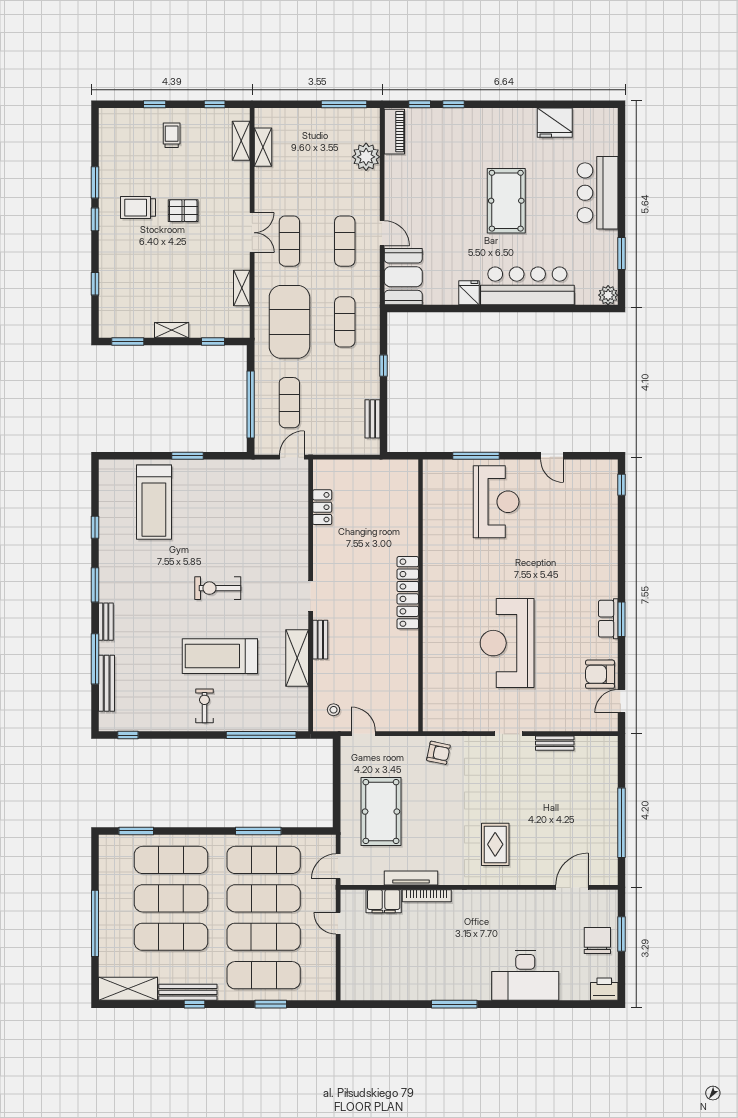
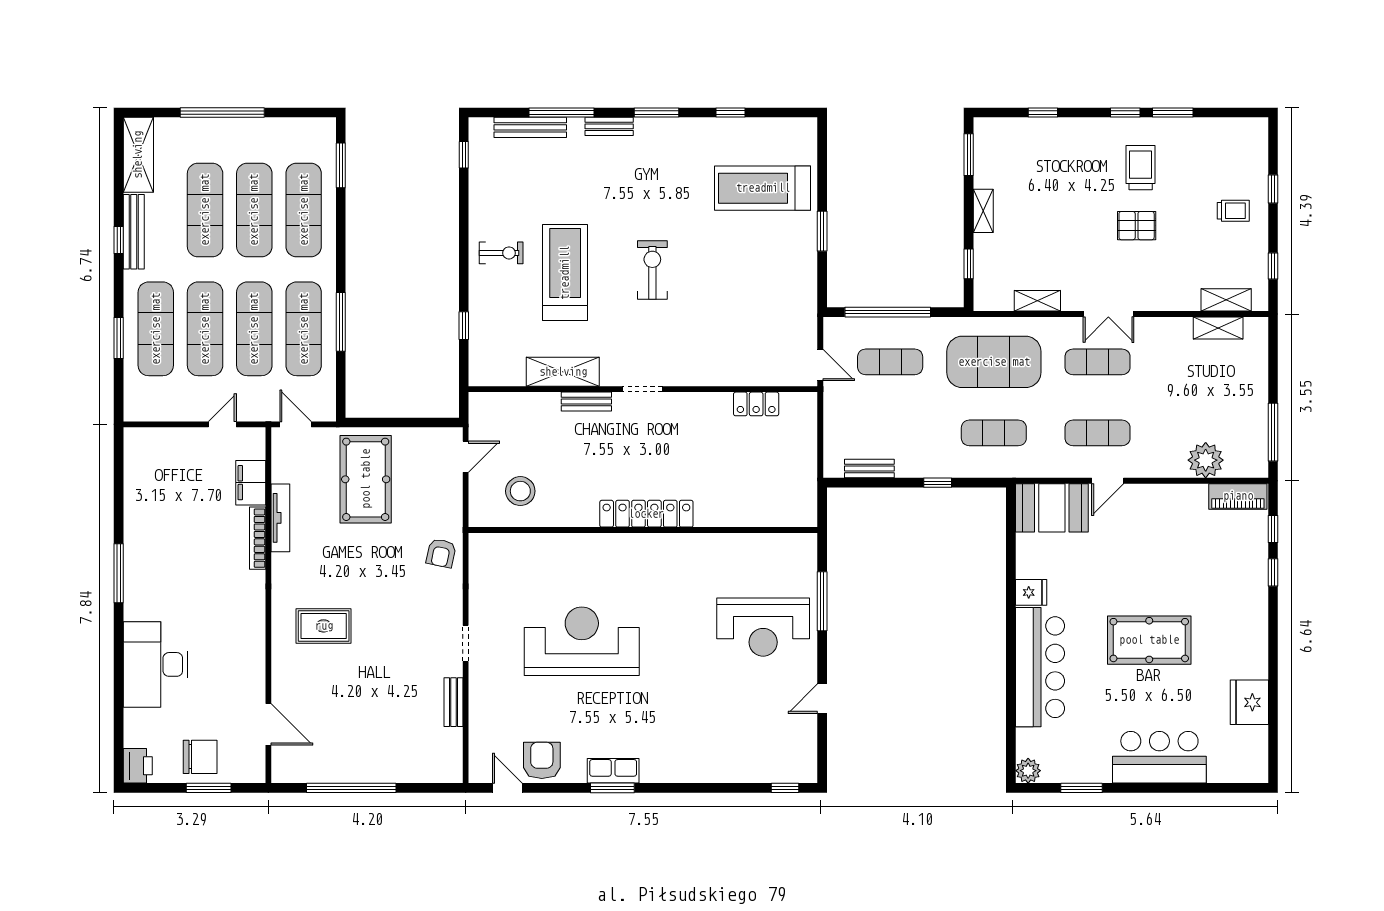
pallet: (183, 211) -> (1137, 226), turned 90
stool: (334, 710) -> (520, 491), moved, width x1.89, depth x1.89
window: (261, 735) -> (464, 326), width x0.32
pool table: (381, 812) -> (366, 479), turned 90

